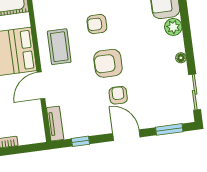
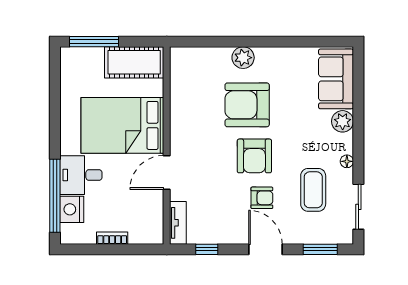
armchair: (97, 24) -> (247, 105), width x1.88, depth x1.88
coffee table: (59, 47) -> (313, 190), moved
armchair: (108, 63) -> (254, 156), turned -90
armchair: (118, 95) -> (262, 198), turned 90

